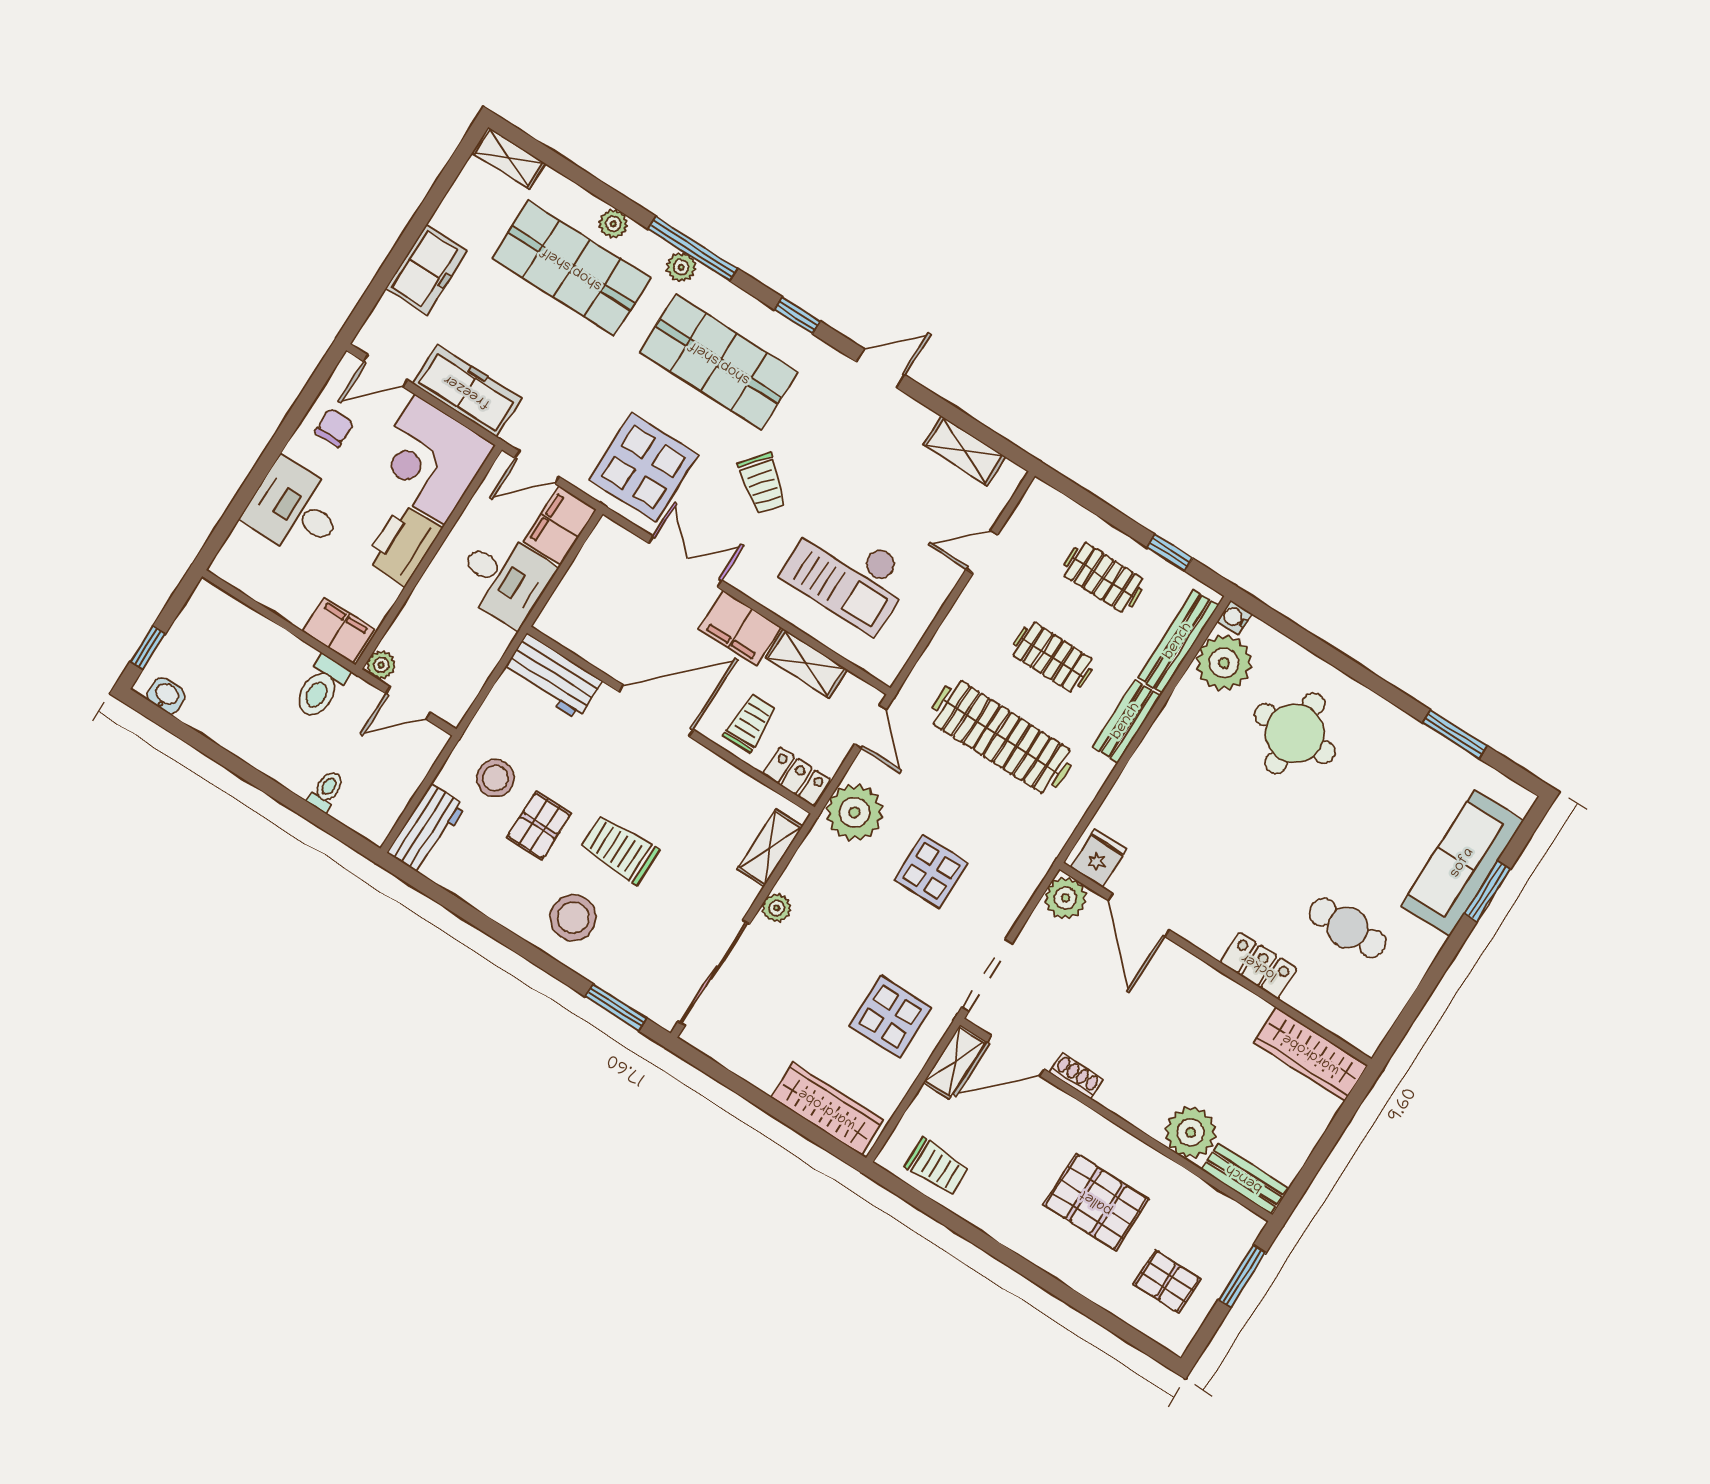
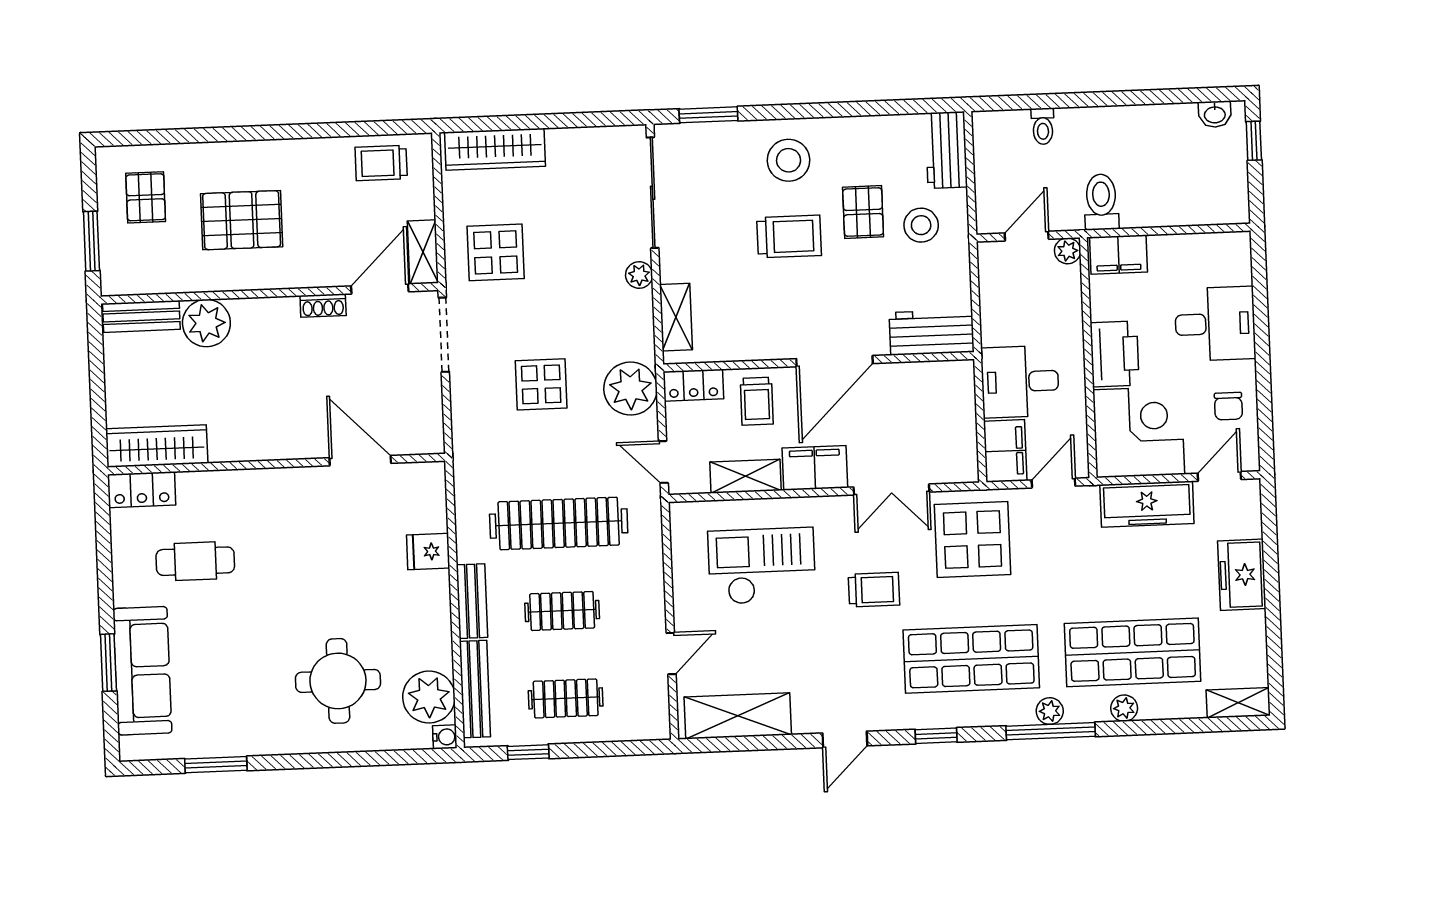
shelving: (964, 451) -> (738, 716), width x1.50, depth x1.33
trolley: (762, 483) -> (874, 590), turned 141
fridge: (1098, 858) -> (428, 551), moved, turned 90
plant: (1066, 898) -> (425, 435), removed
locker: (1259, 966) -> (142, 490), moved
pallet: (1167, 1282) -> (146, 197), turned 90

